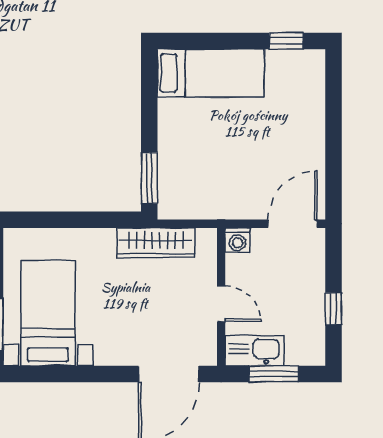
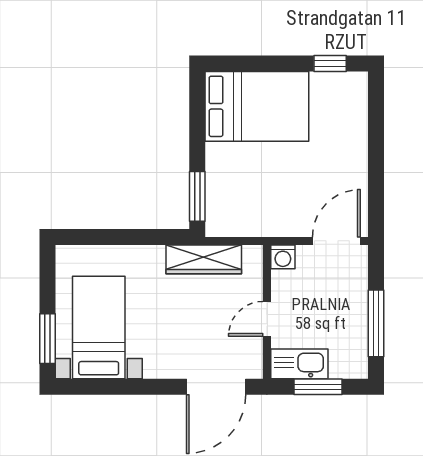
bed: (211, 73) -> (257, 106), width x1.50
door: (221, 304) -> (267, 319), swing flipped
window: (334, 309) -> (376, 323), width x2.17

